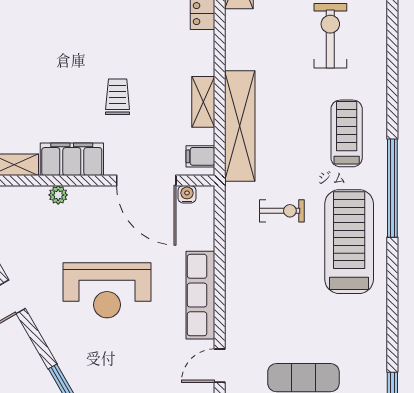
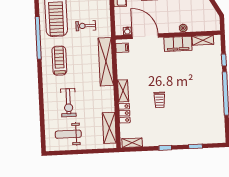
trolley: (118, 97) -> (159, 100), moved
shelving: (203, 102) -> (123, 91), moved
treadmill: (347, 133) -> (59, 61), turned 180

